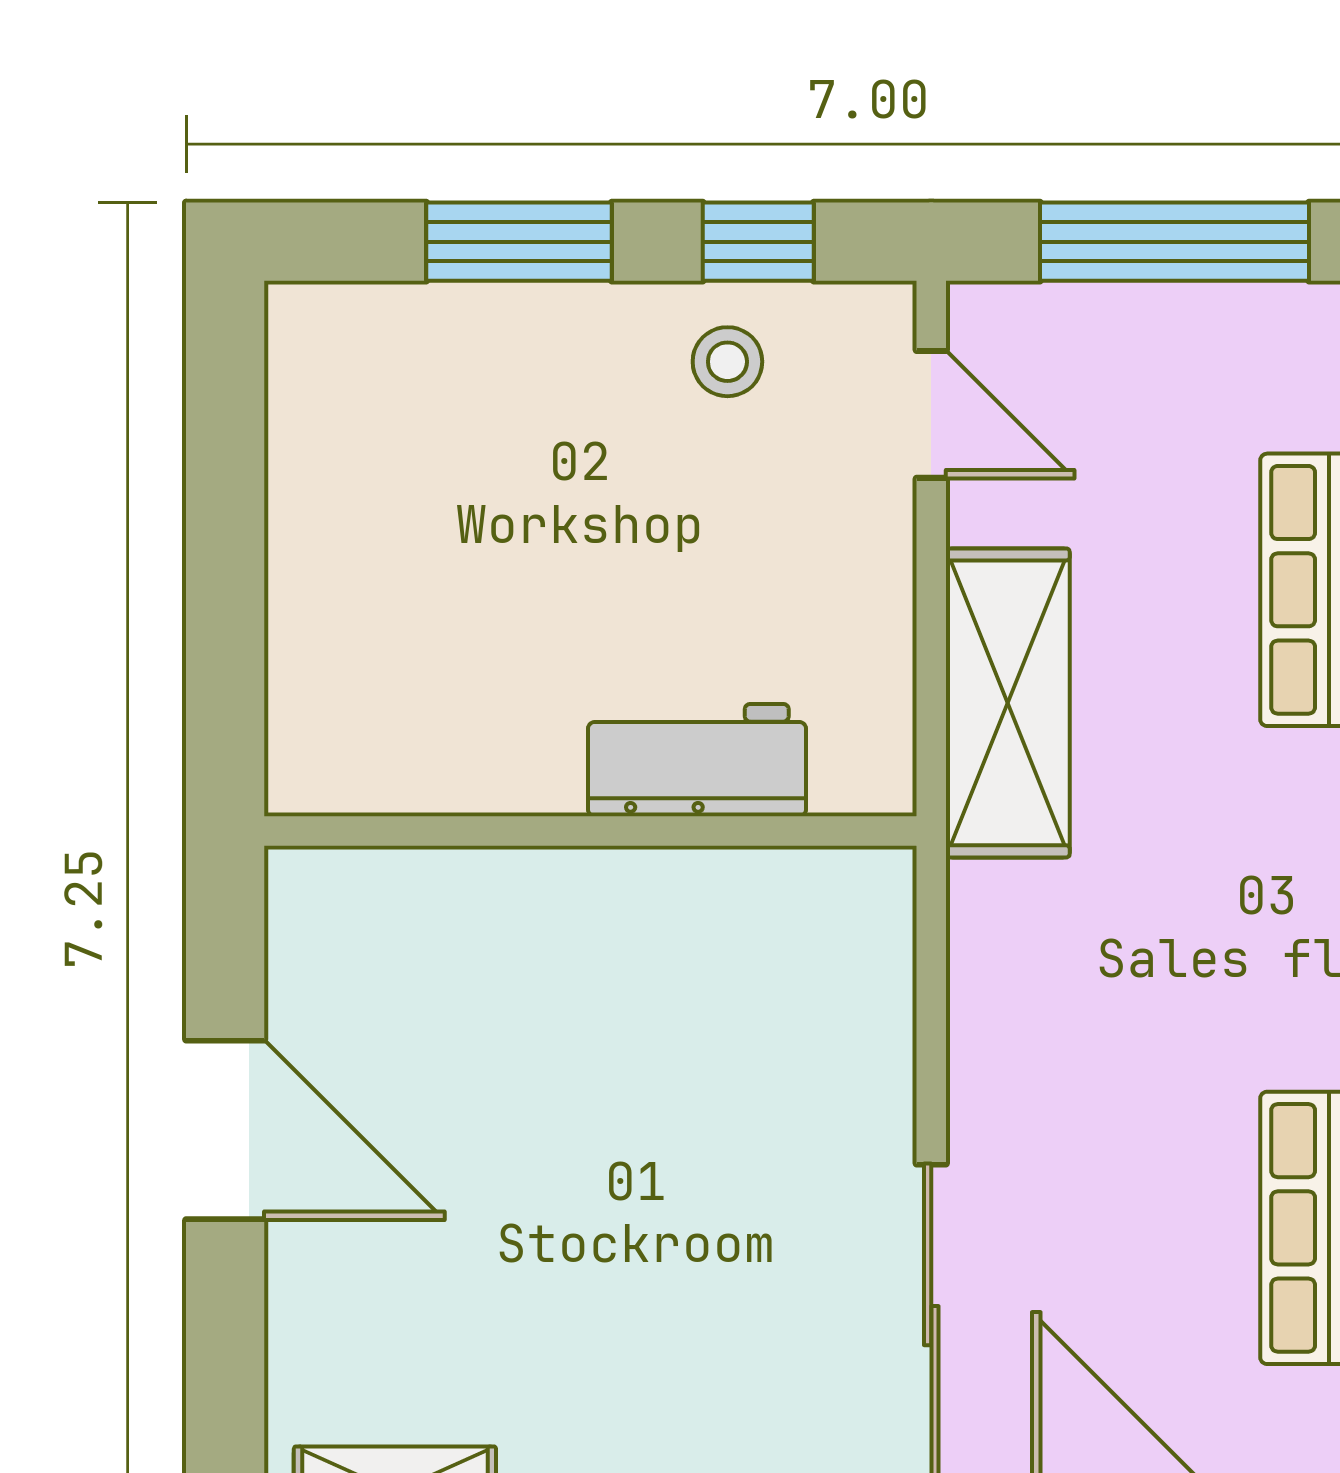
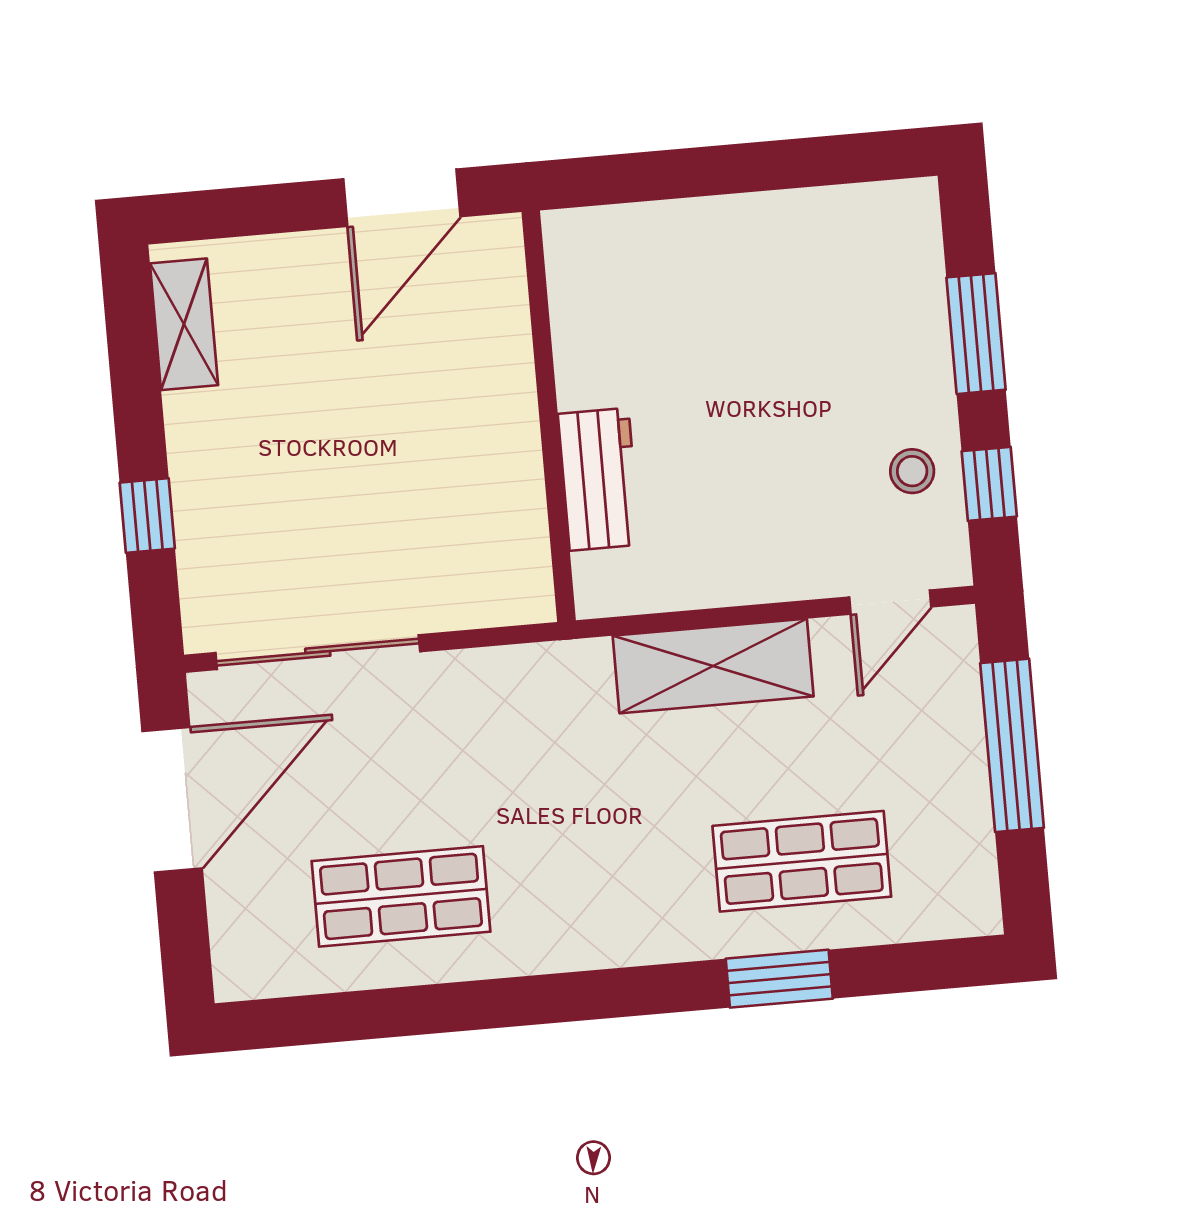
workbench: (697, 760) -> (599, 479), moved
wall: (590, 831) -> (549, 416), moved

